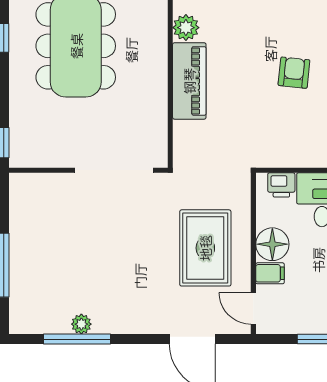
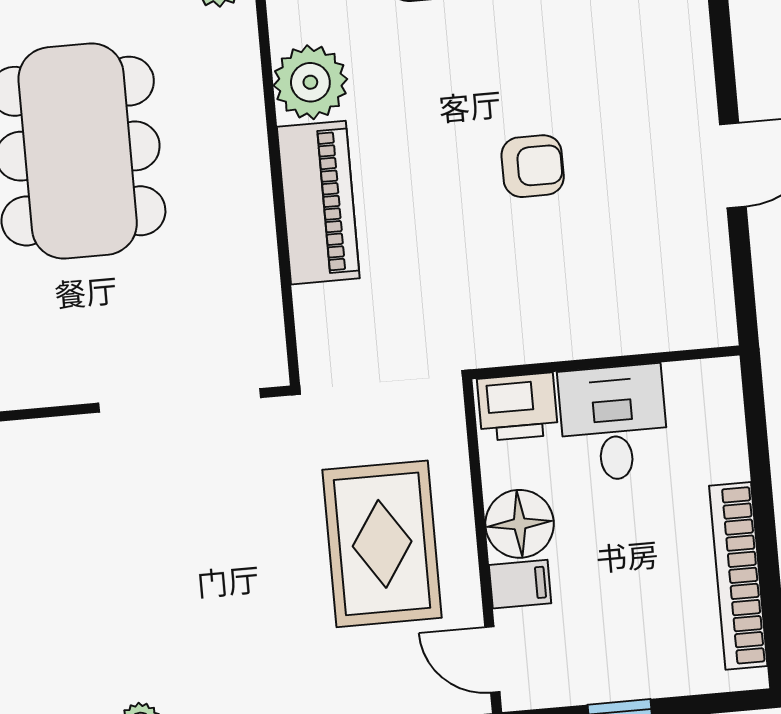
plant: (186, 28) -> (310, 82), width x1.36, depth x1.36
armchair: (294, 73) -> (533, 166), turned 84
printer: (281, 185) -> (518, 407), width x1.36, depth x1.24

